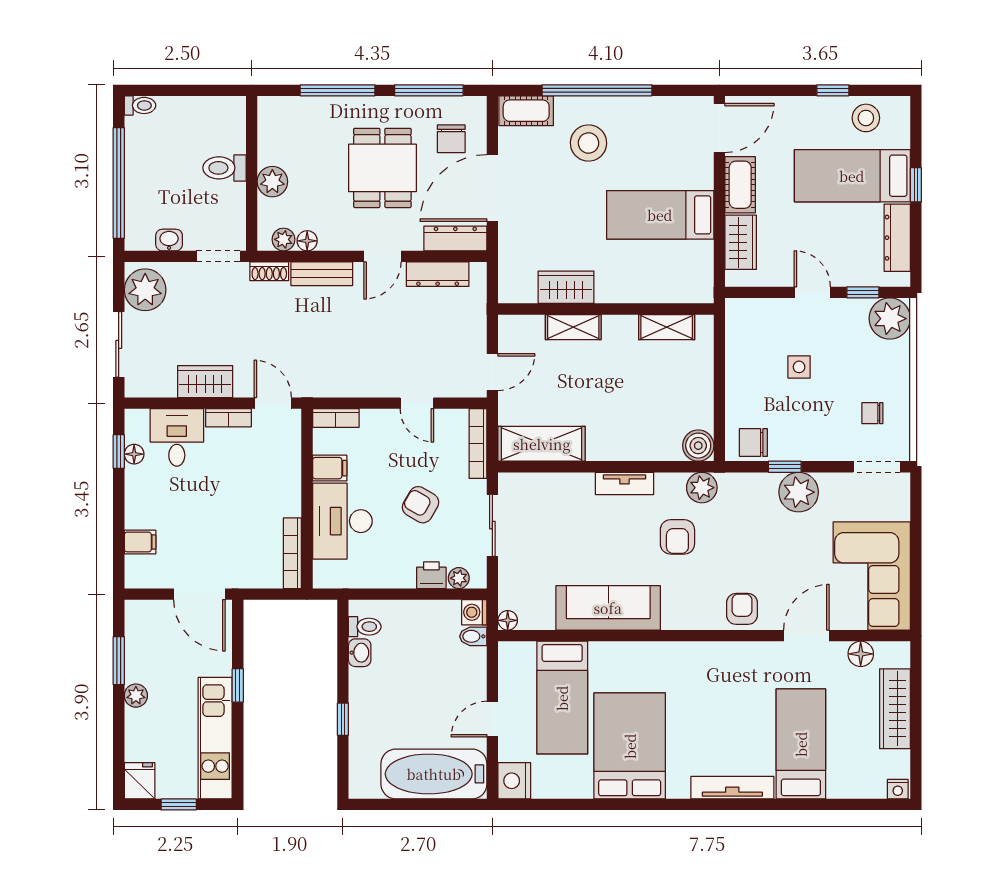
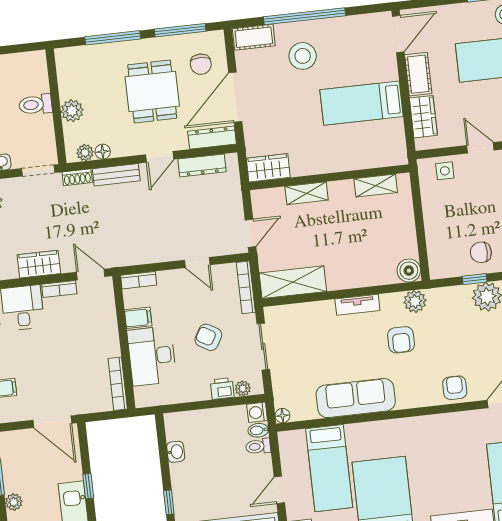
wardrobe: (566, 287) -> (268, 168), moved
side table: (799, 367) -> (445, 171), moved
chair: (753, 443) -> (481, 252), moved
toilet: (365, 627) -> (258, 446), moved, turned 180

